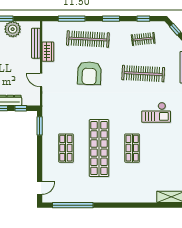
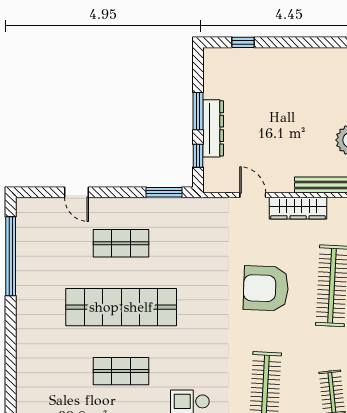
wardrobe: (48, 52) -> (298, 208), width x1.50
door: (41, 80) -> (253, 195), hinge flipped
door: (40, 188) -> (76, 192), moved

